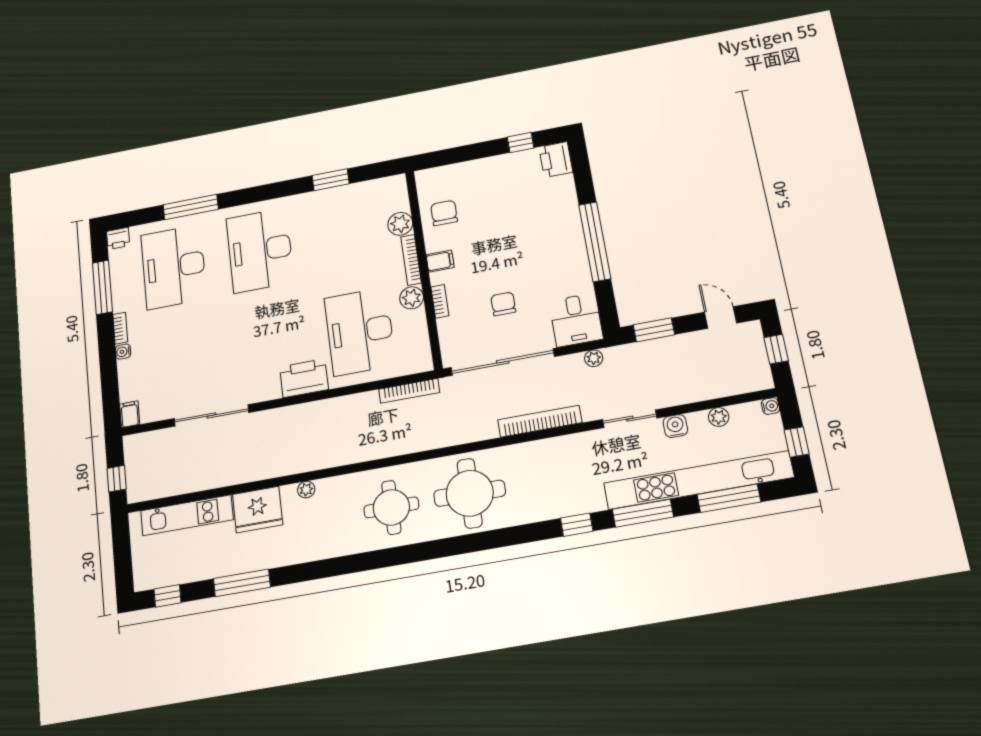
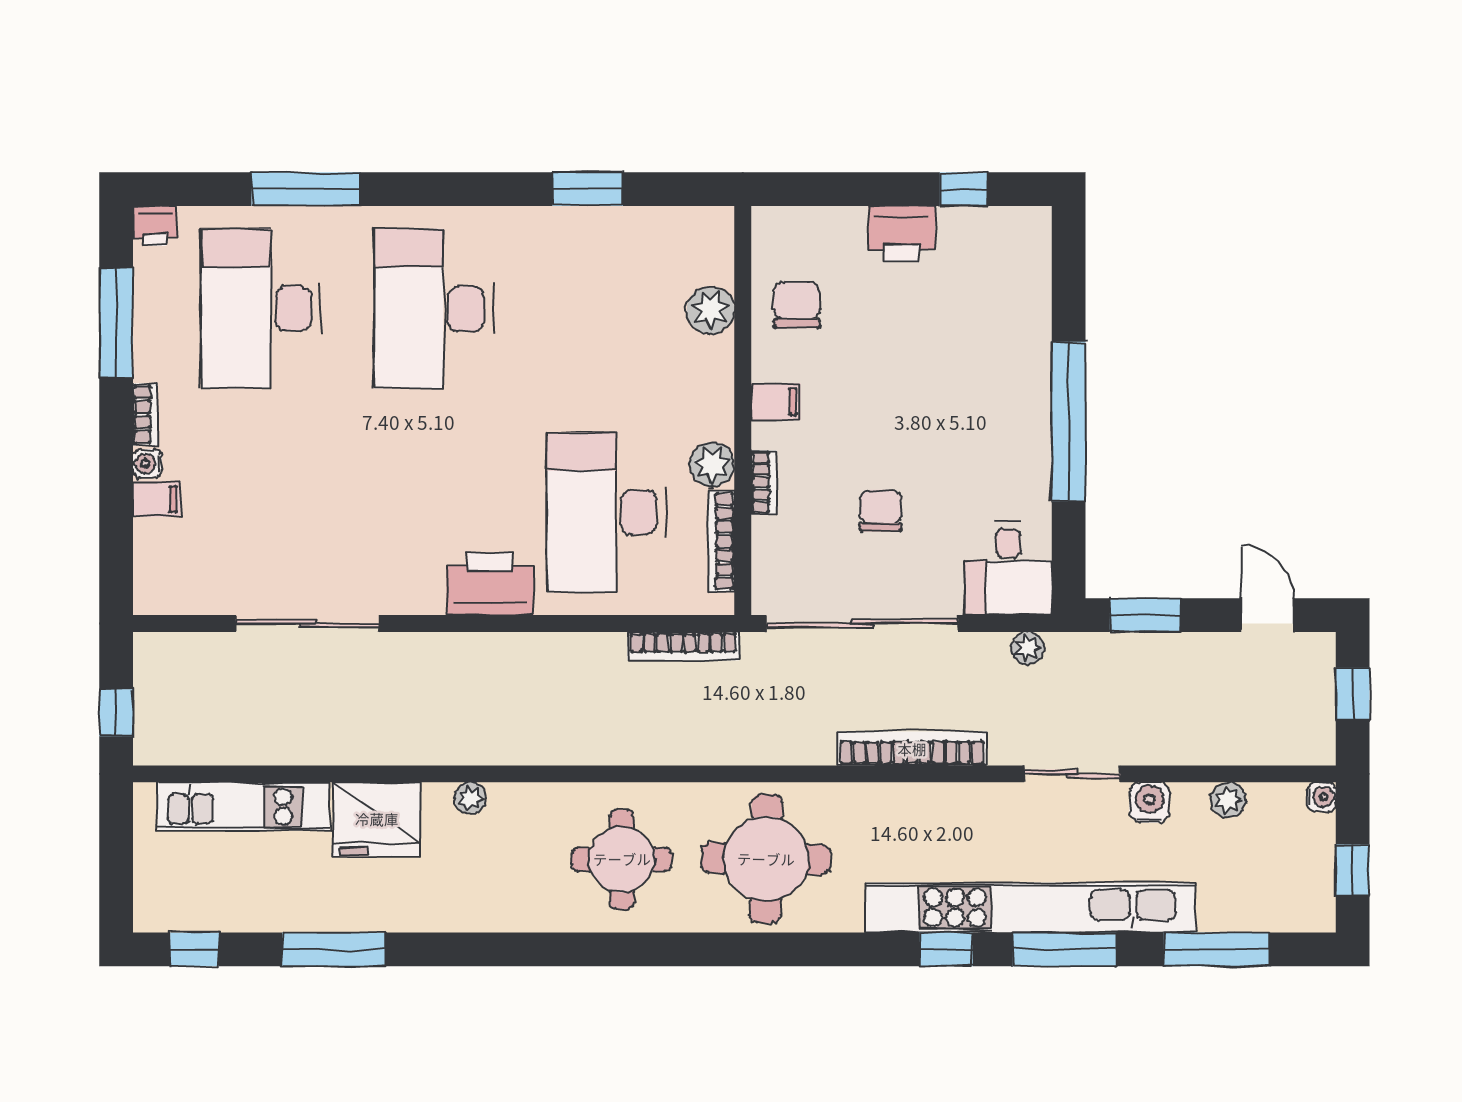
printer: (556, 160) -> (902, 233), moved, turned -90
bookcase: (411, 260) -> (721, 541), moved
filing cabinet: (130, 414) -> (157, 499), moved, turned 90
kitchen unit: (699, 480) -> (1031, 908), moved

